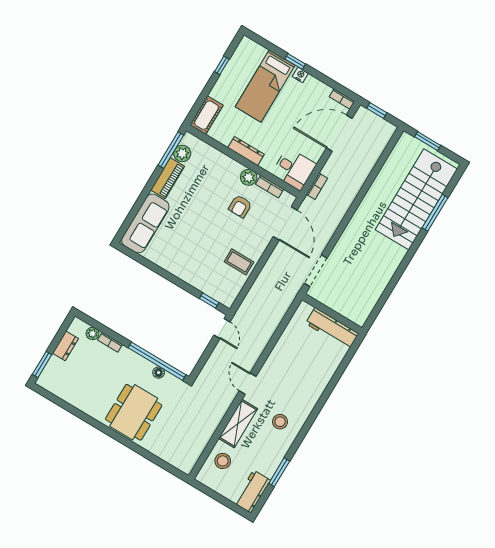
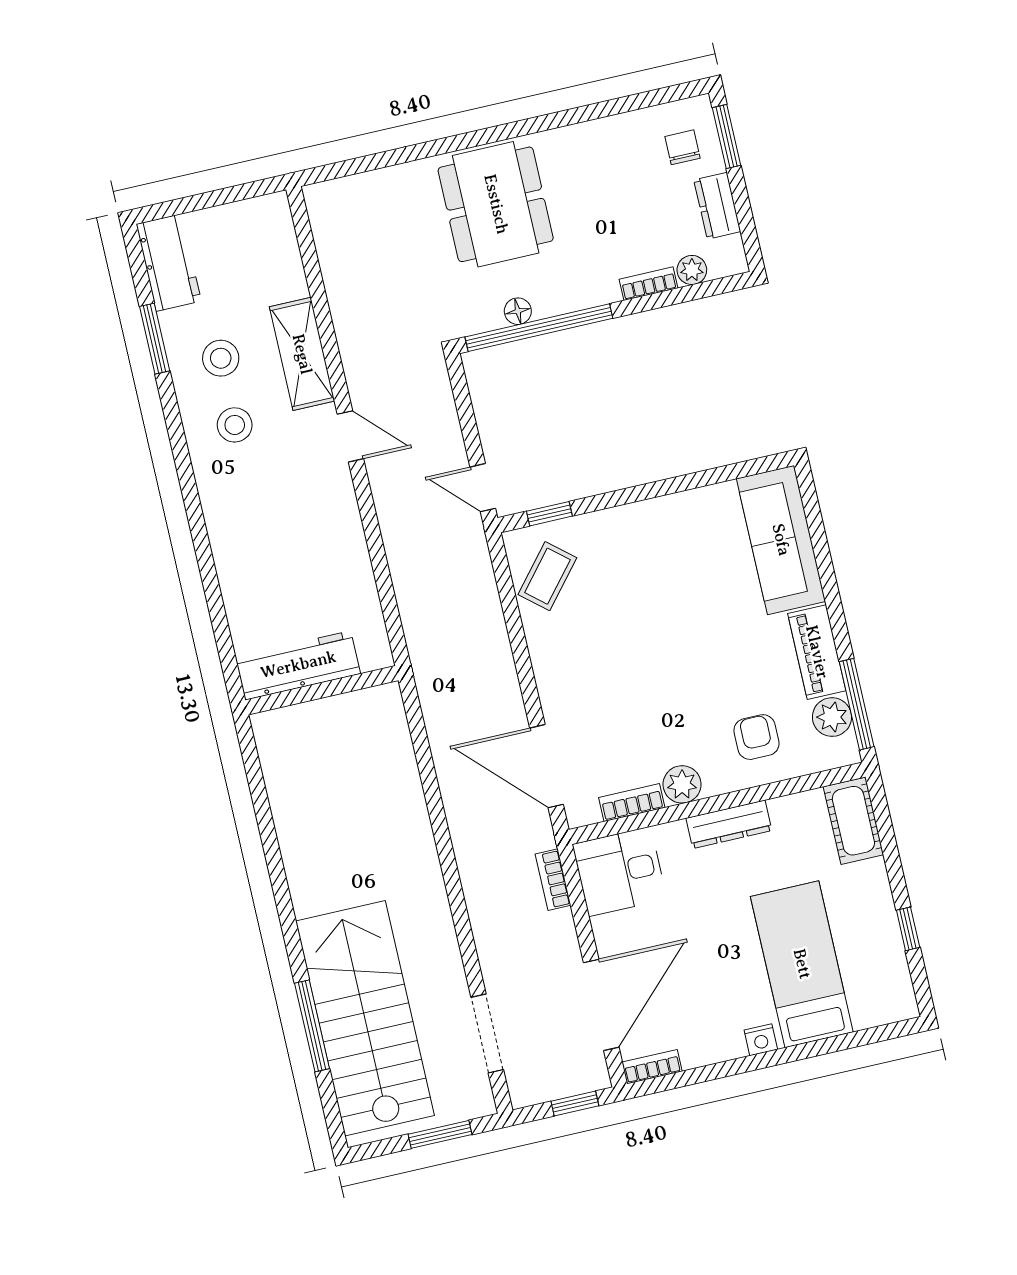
window: (295, 61) -> (791, 1054), removed
armchair: (240, 206) -> (756, 737), moved
coffee table: (239, 262) -> (547, 576), moved, turned -50
doorway: (316, 271) -> (487, 1033), moved
chair: (59, 374) -> (682, 147), added
stool: (223, 461) -> (221, 358), moved

